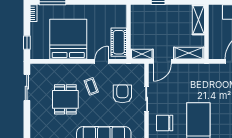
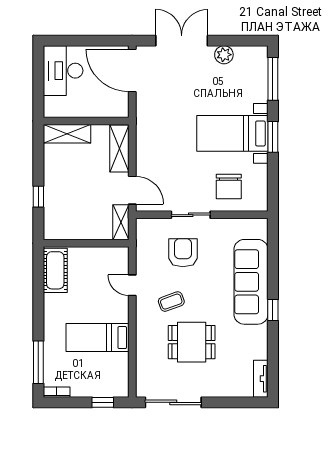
bed: (68, 39) -> (97, 338), width x0.49
cot: (119, 42) -> (55, 270), moved, turned 90
sliding door: (27, 88) -> (173, 402), width x1.37
armchair: (122, 94) -> (183, 253), turned 90

